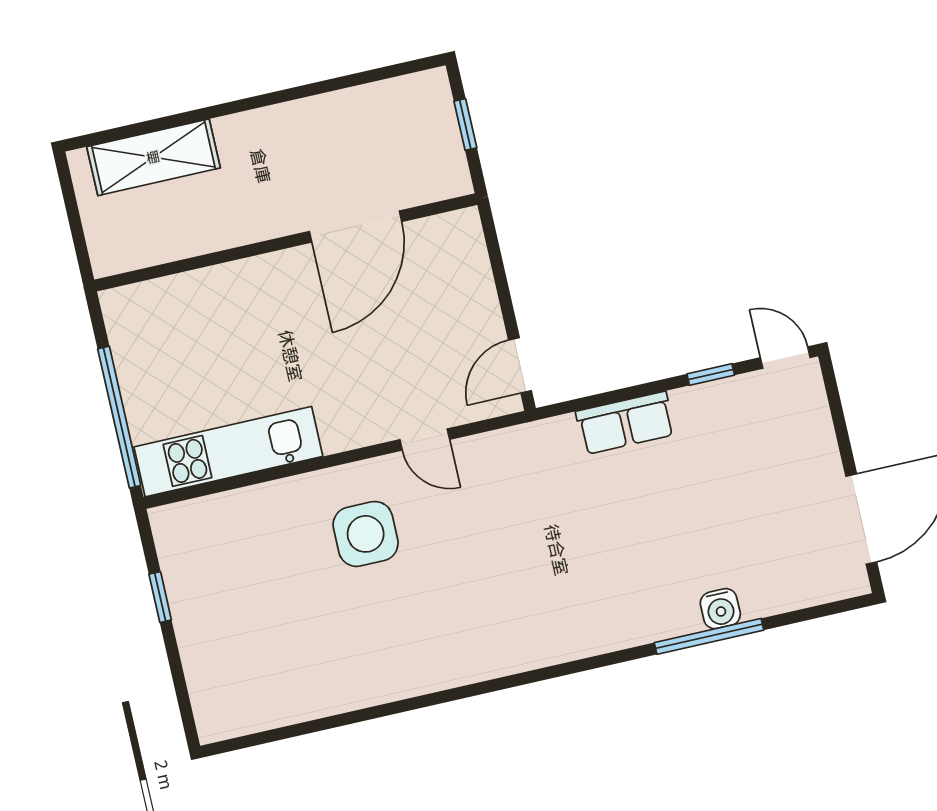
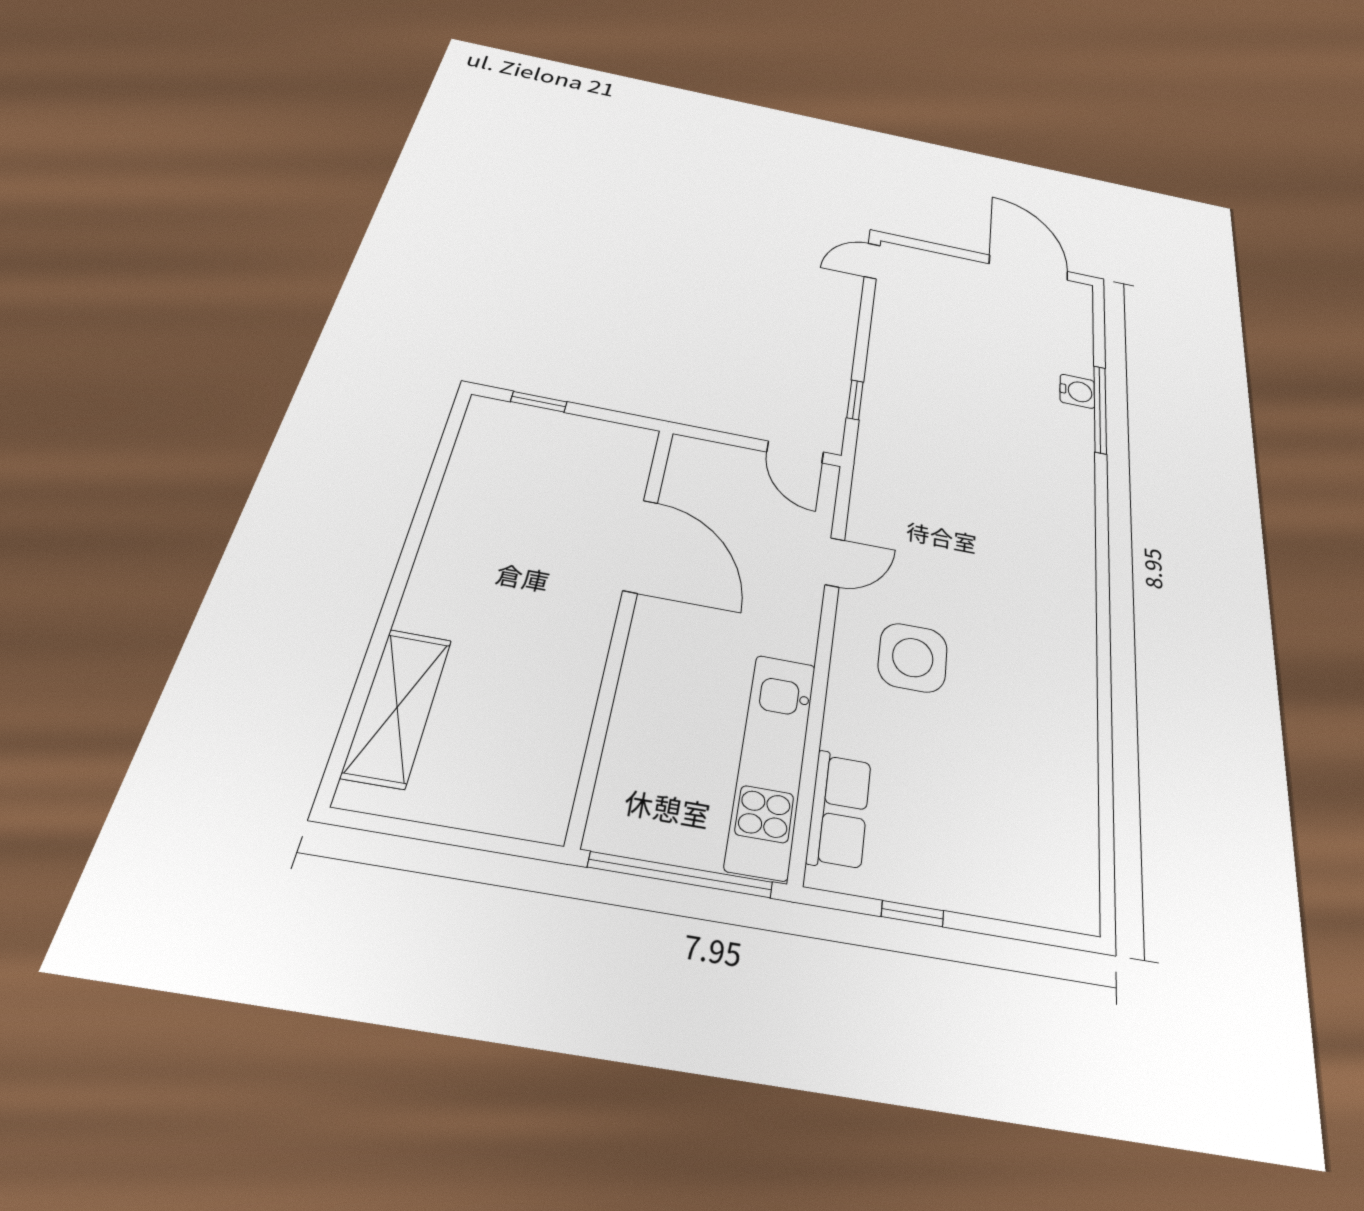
door: (356, 226) -> (640, 546), moved
wall: (286, 242) -> (624, 619), moved
window: (711, 375) -> (855, 400), moved
row of seats: (625, 423) -> (839, 810), moved

